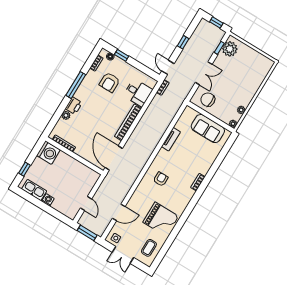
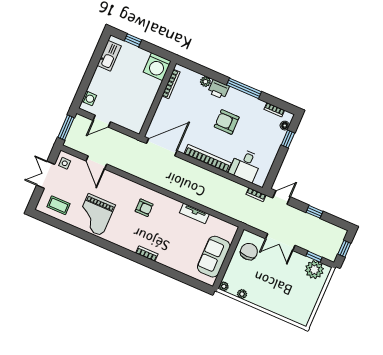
armchair: (110, 82) -> (227, 122), moved
washing machine: (48, 200) -> (89, 98), moved

